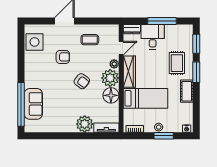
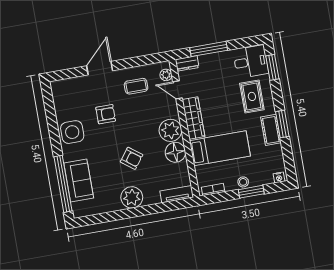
window: (162, 21) -> (209, 49), moved
desk: (153, 37) -> (251, 62), moved, turned 90
side table: (35, 42) -> (72, 132), moved
door: (121, 48) -> (178, 90), swing flipped
plant: (114, 64) -> (166, 75), moved
window: (196, 72) -> (282, 124), moved
armchair: (82, 81) -> (132, 158), moved
plant: (85, 124) -> (132, 197), moved

